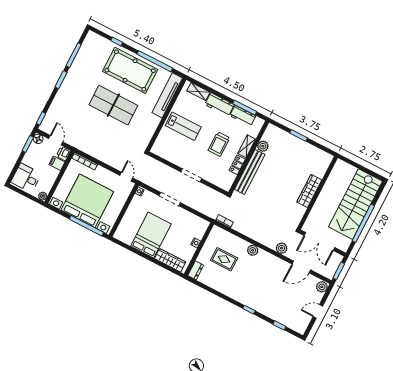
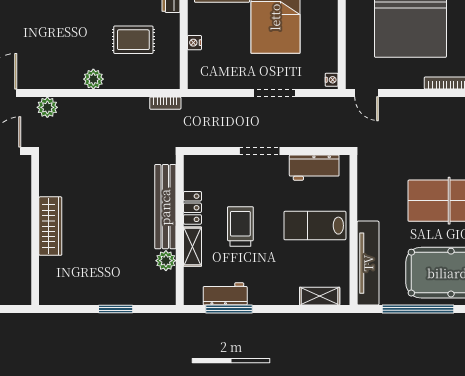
workbench: (220, 105) -> (314, 168), moved, turned 180

